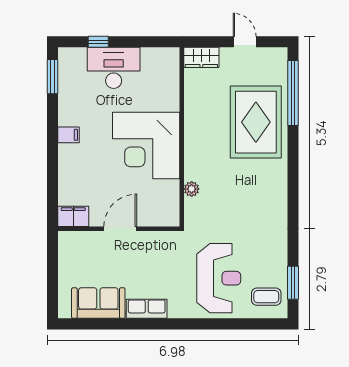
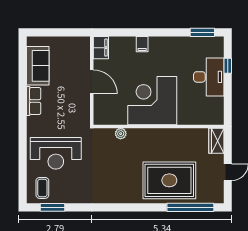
filing cabinet: (68, 135) -> (142, 44), moved

